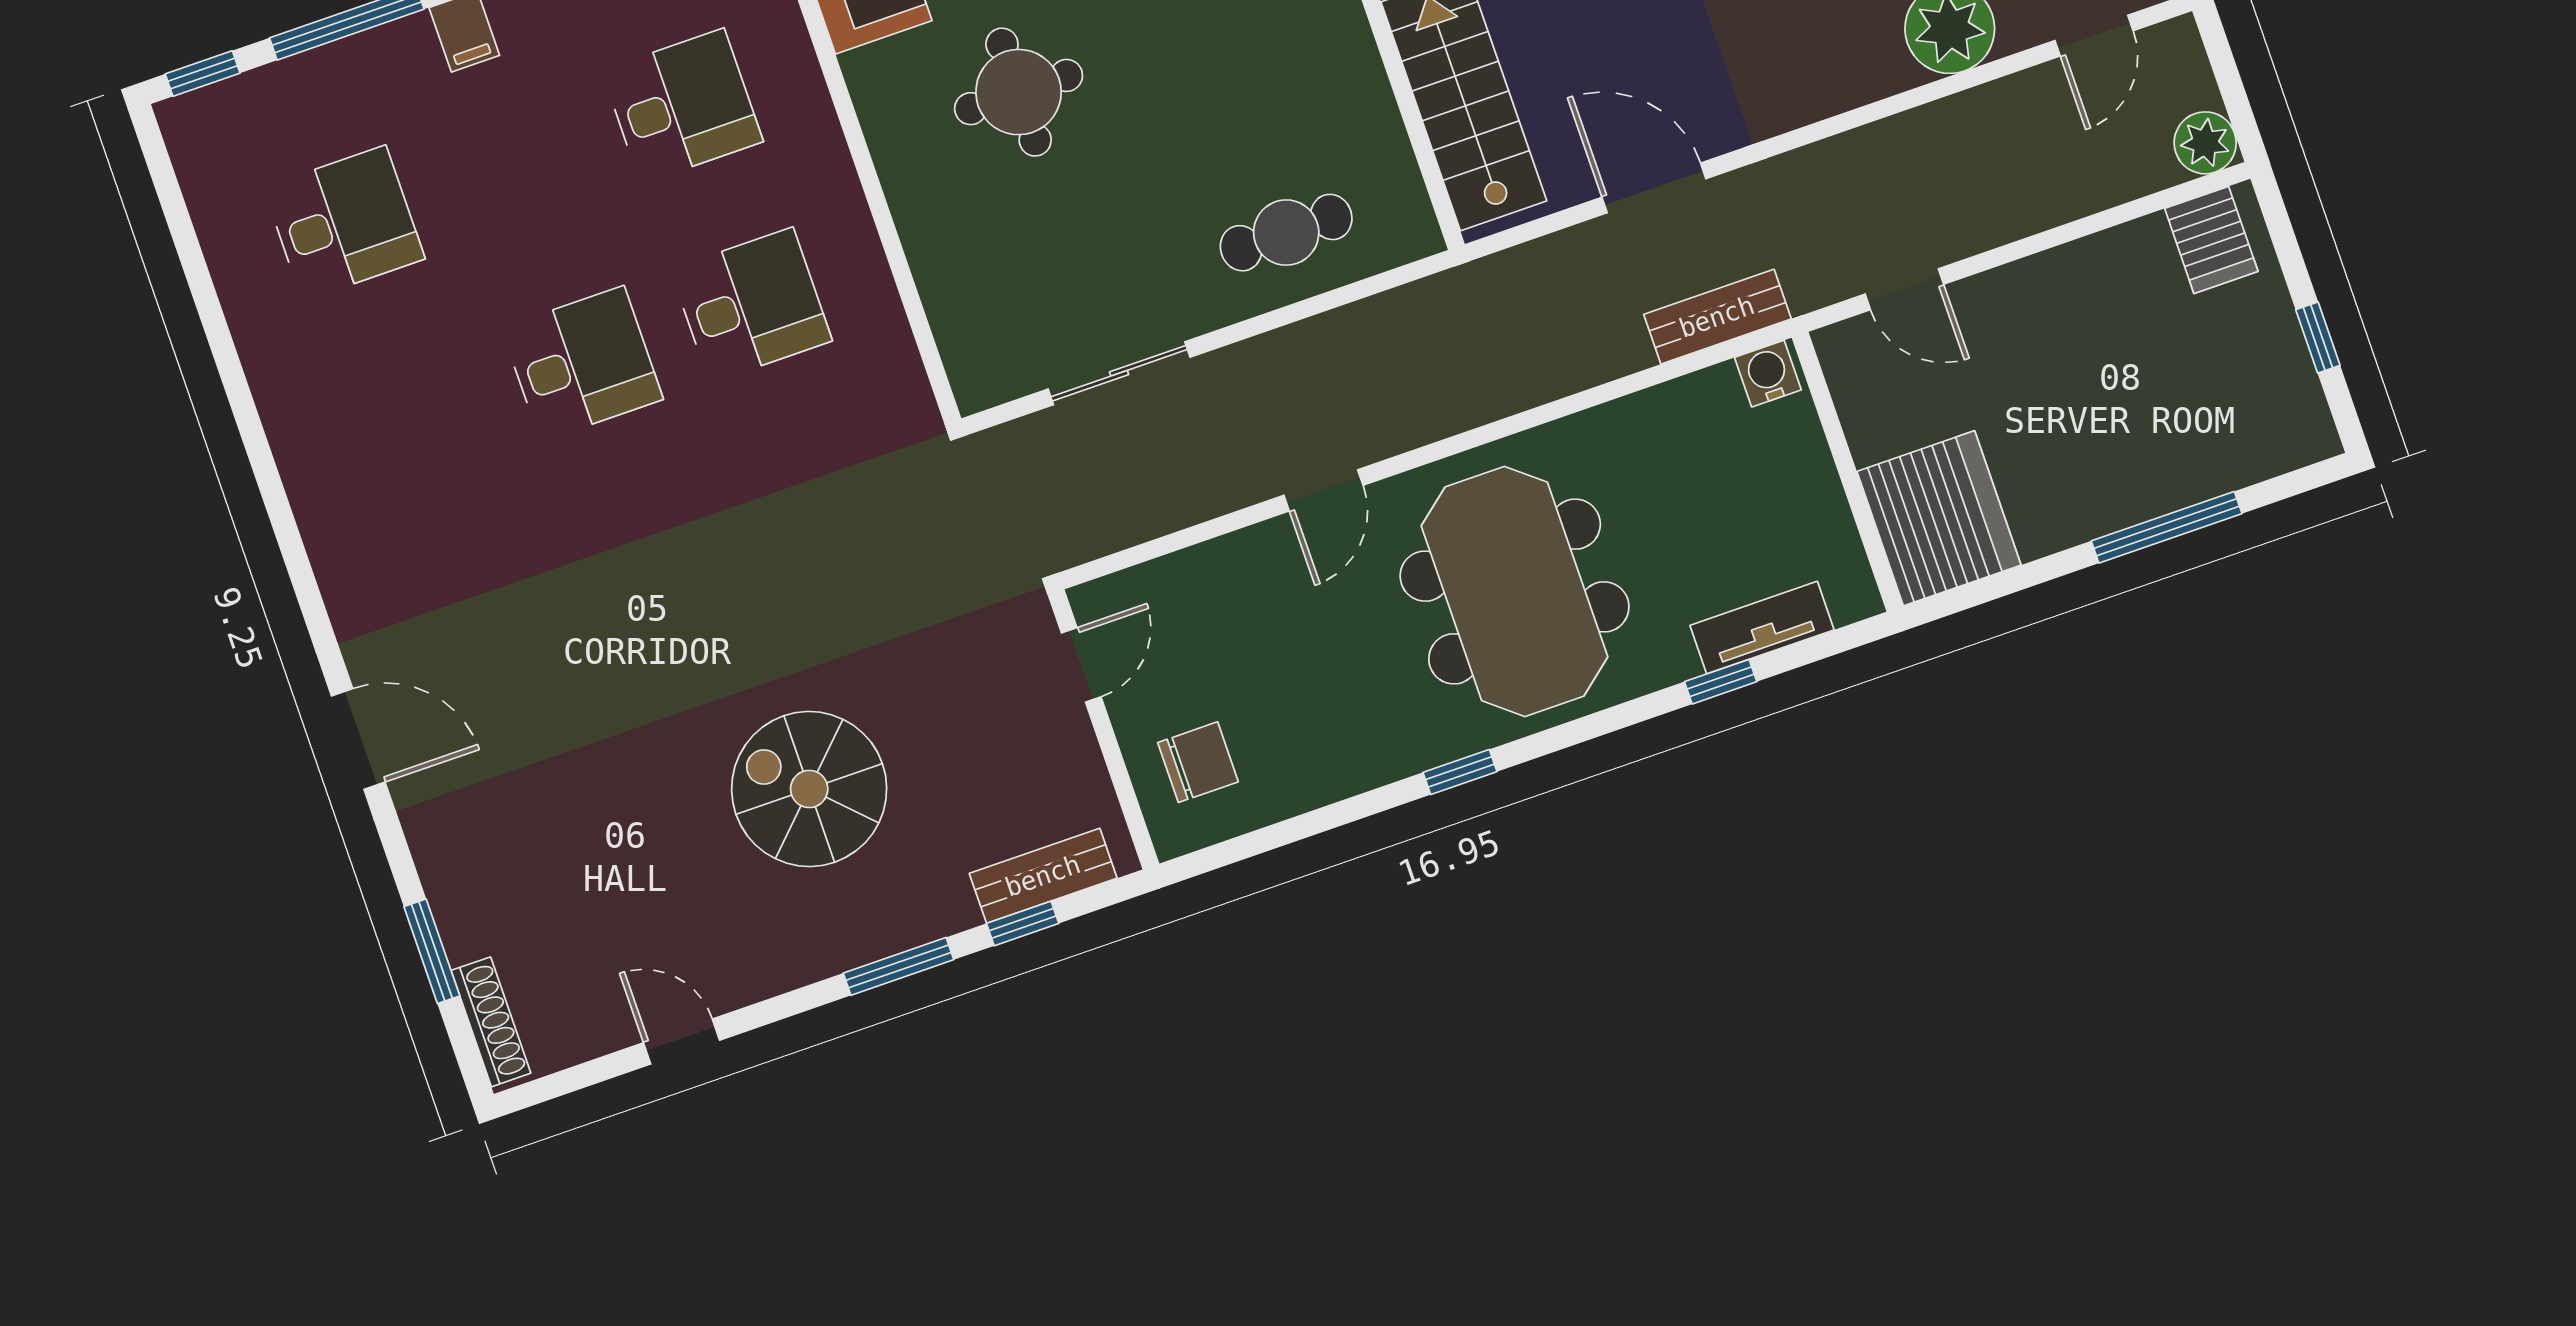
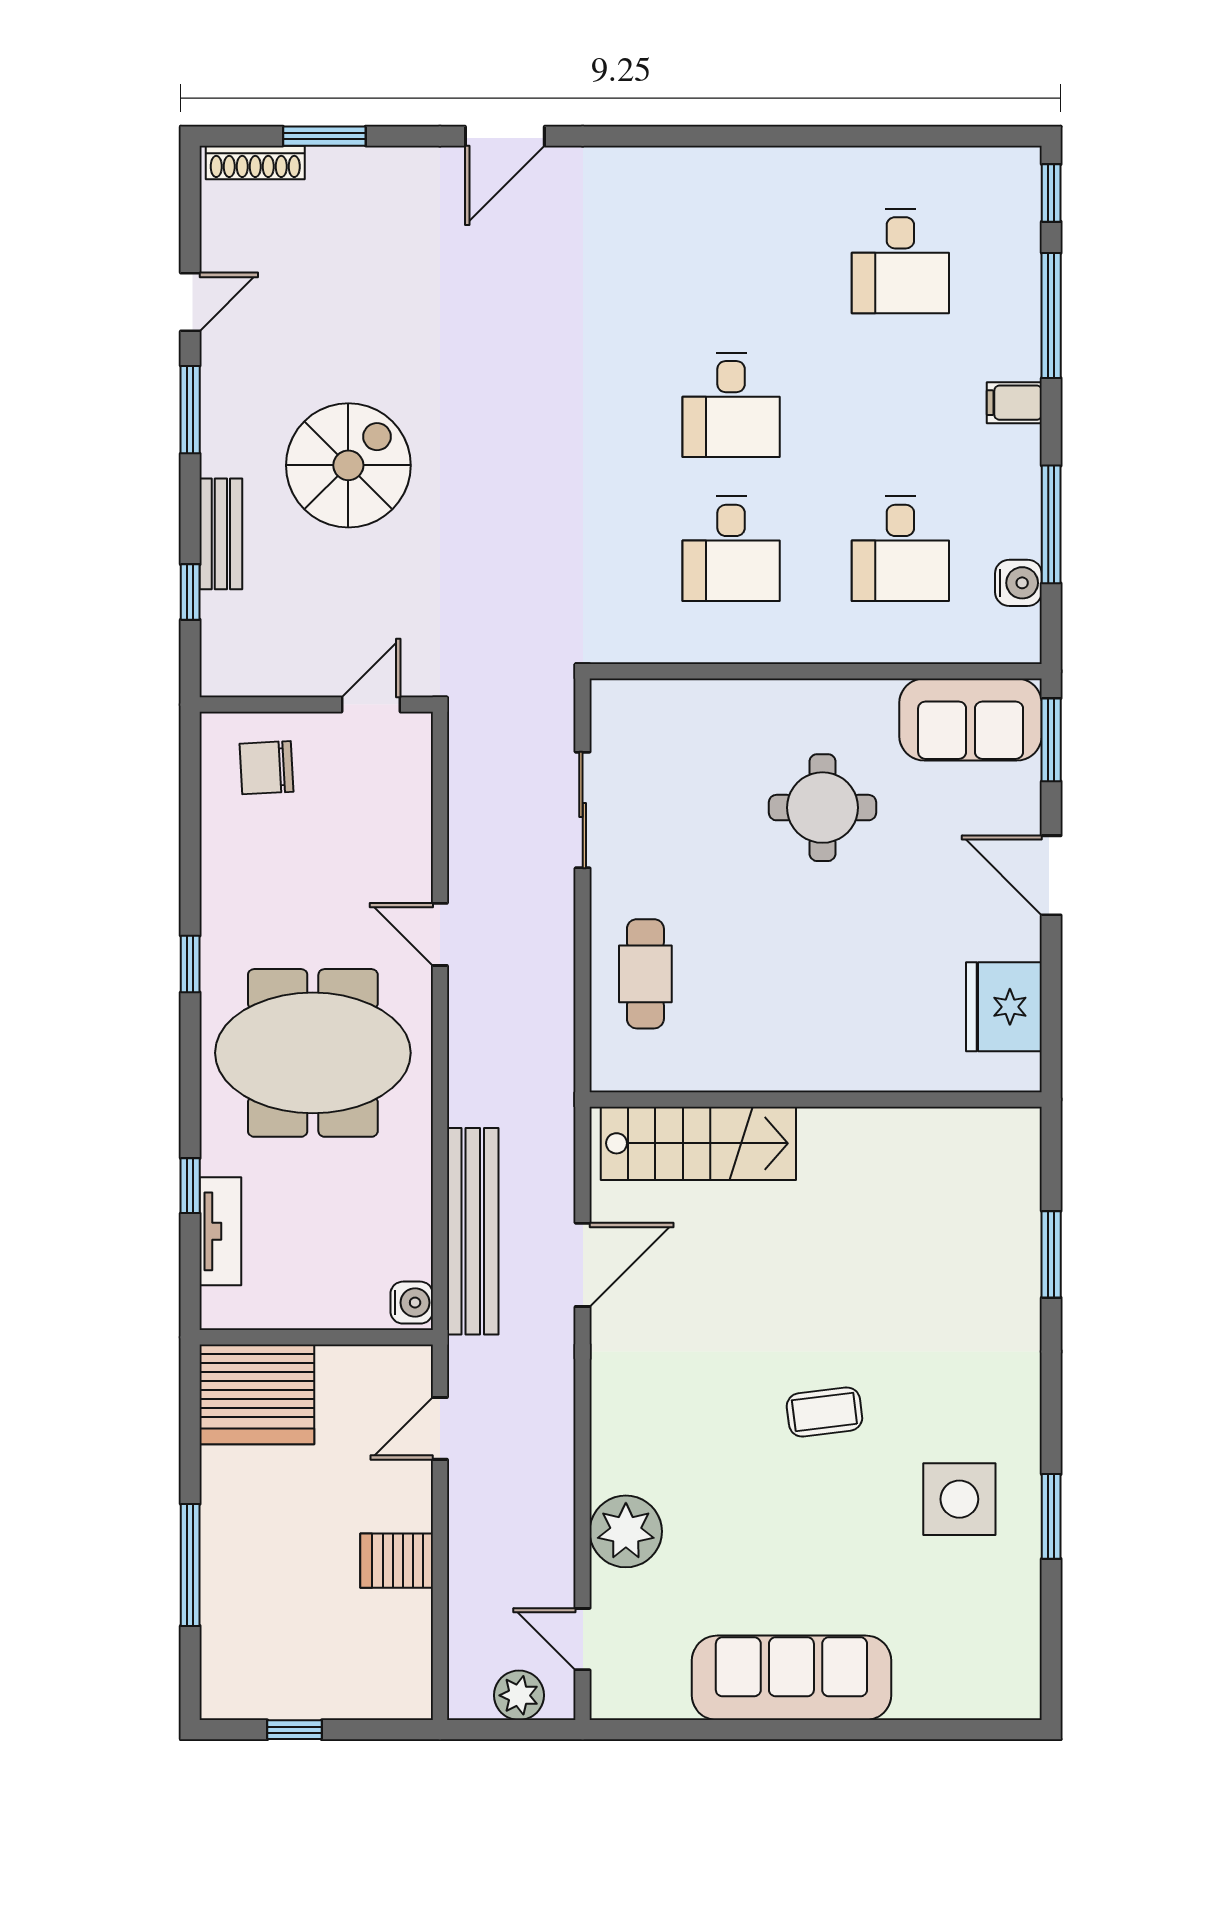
plant: (2205, 143) -> (519, 1695), moved
server rack: (2211, 240) -> (397, 1561), moved
bench: (1717, 317) -> (473, 1231), width x1.86, depth x1.21
door: (1081, 665) -> (371, 705), swing flipped
chair: (1198, 762) -> (266, 768), turned 87
bench: (1043, 876) -> (221, 534), moved
window: (899, 966) -> (190, 410), moved

